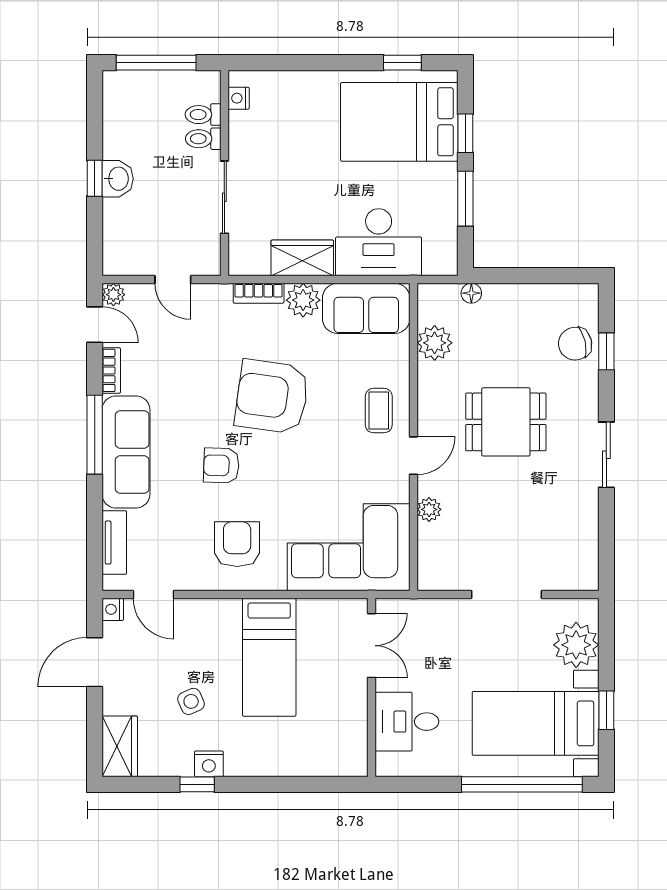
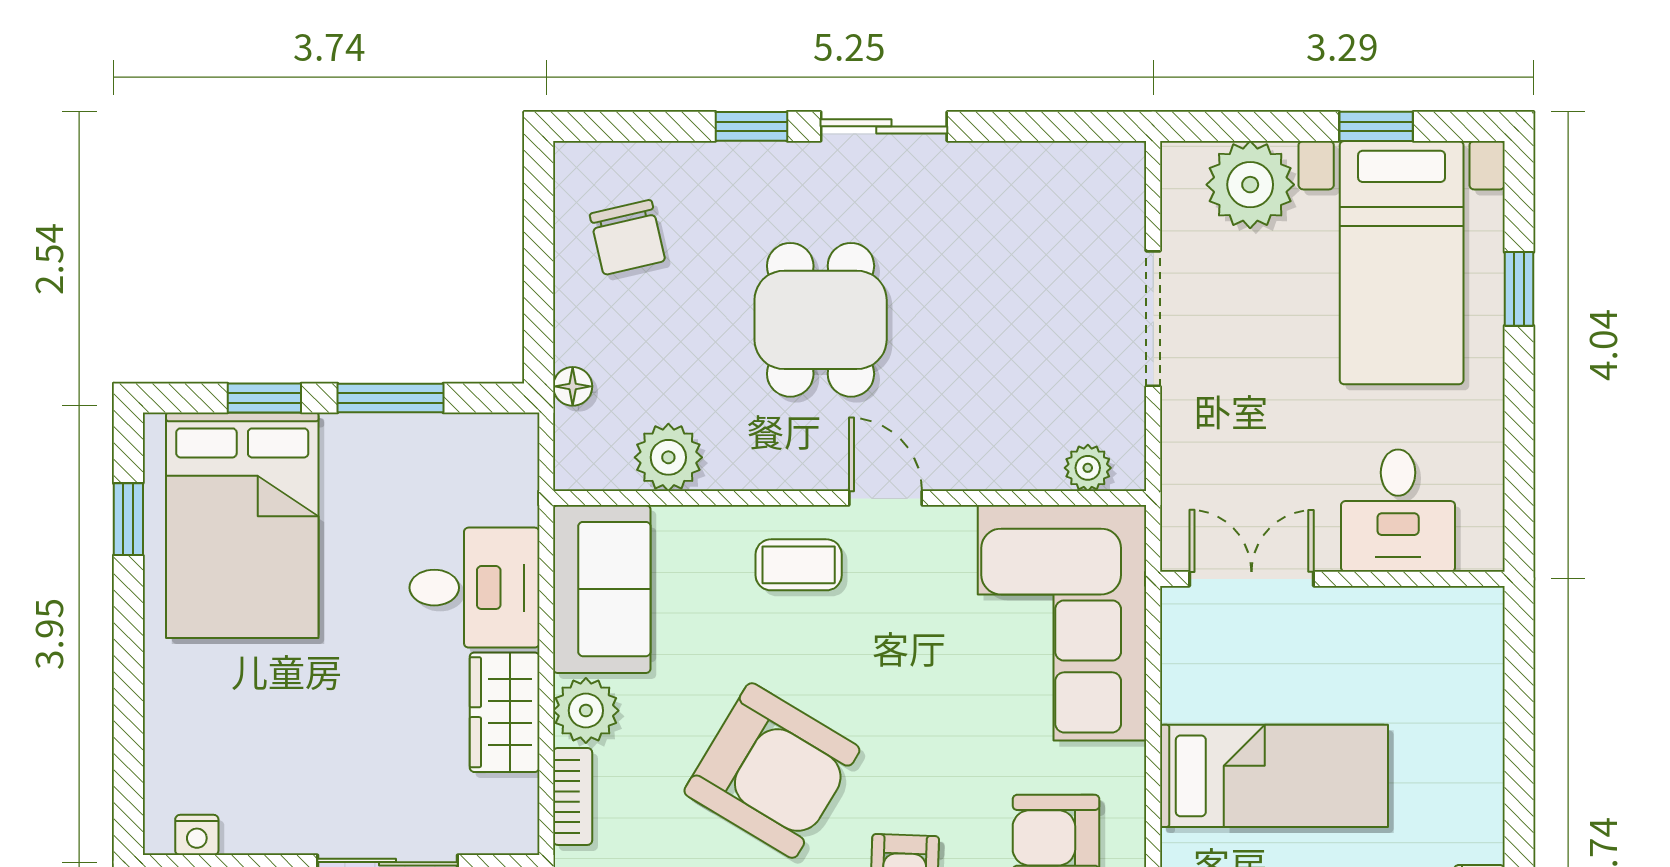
desk: (379, 242) -> (474, 588), width x0.73
chair: (575, 344) -> (627, 237), moved
window: (606, 351) -> (751, 126), moved
armchair: (272, 397) -> (772, 771), turned -67
plant: (429, 509) -> (1088, 468), moved
window: (522, 784) -> (1519, 289), width x0.32

